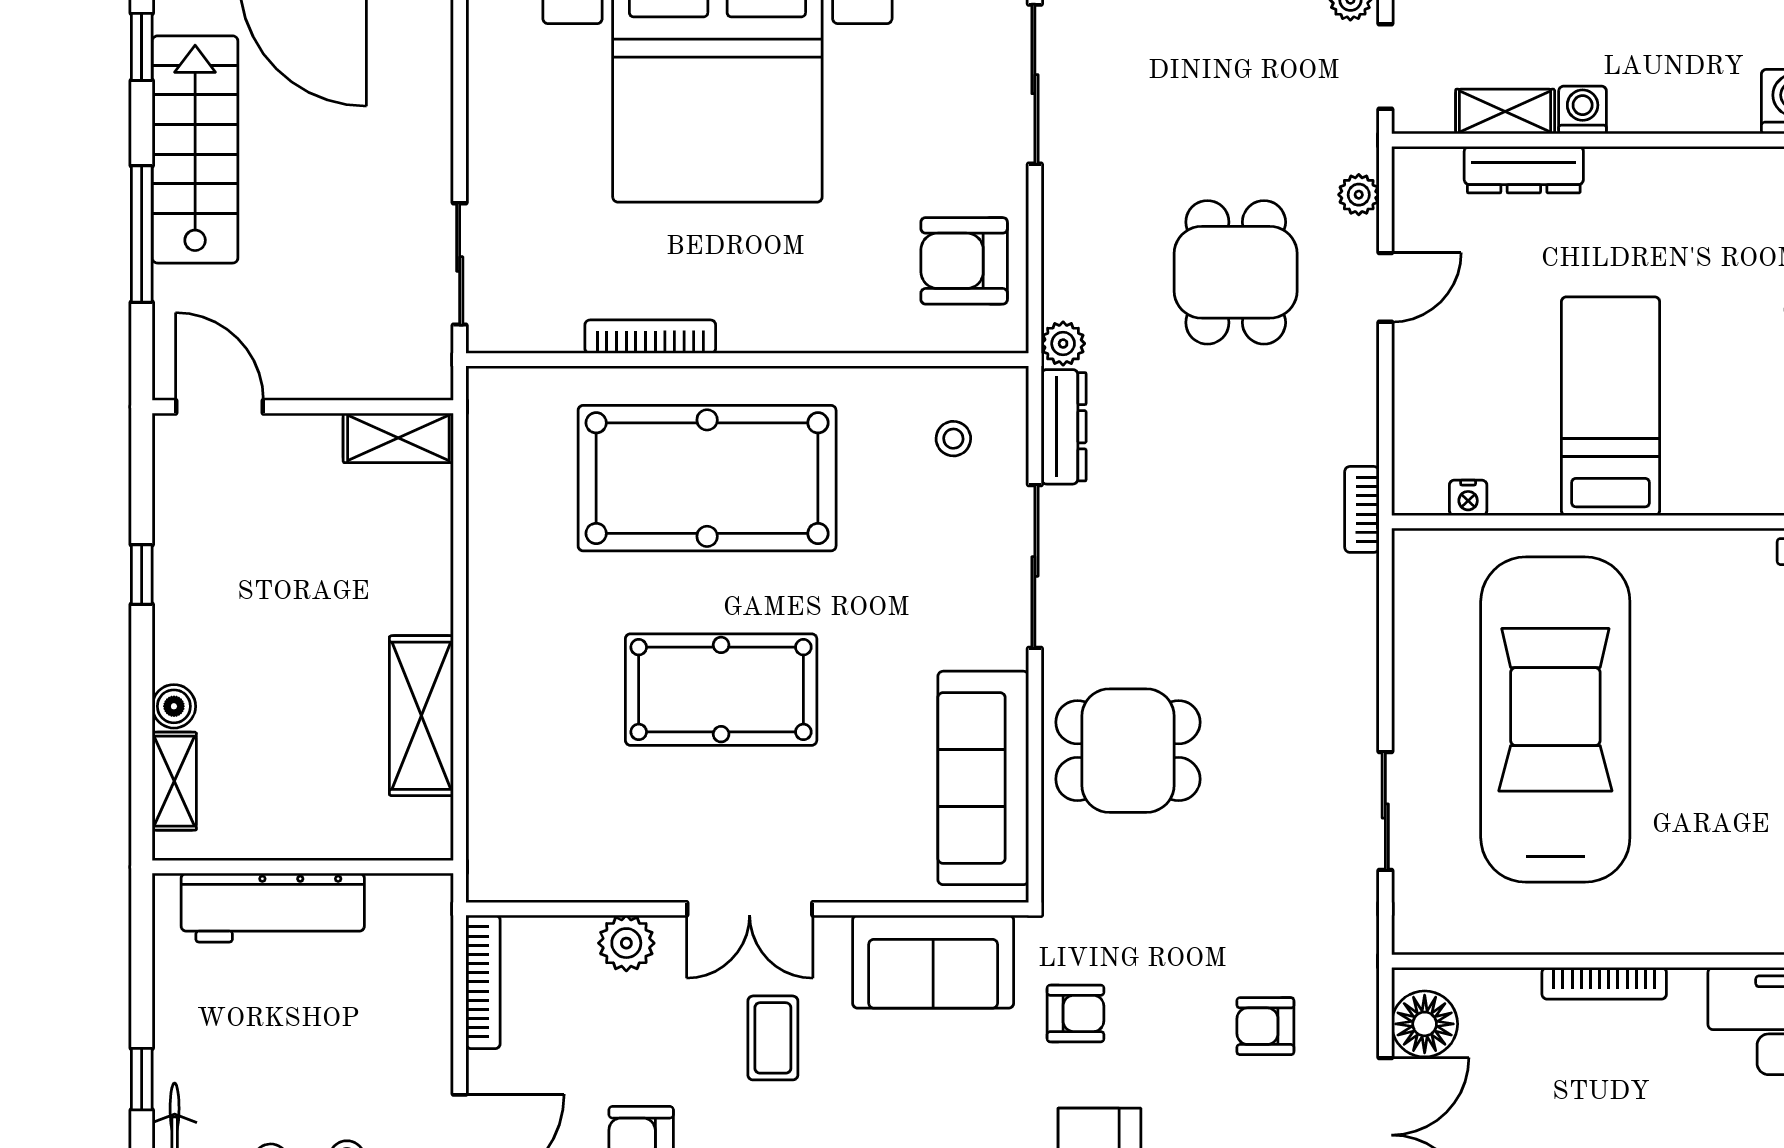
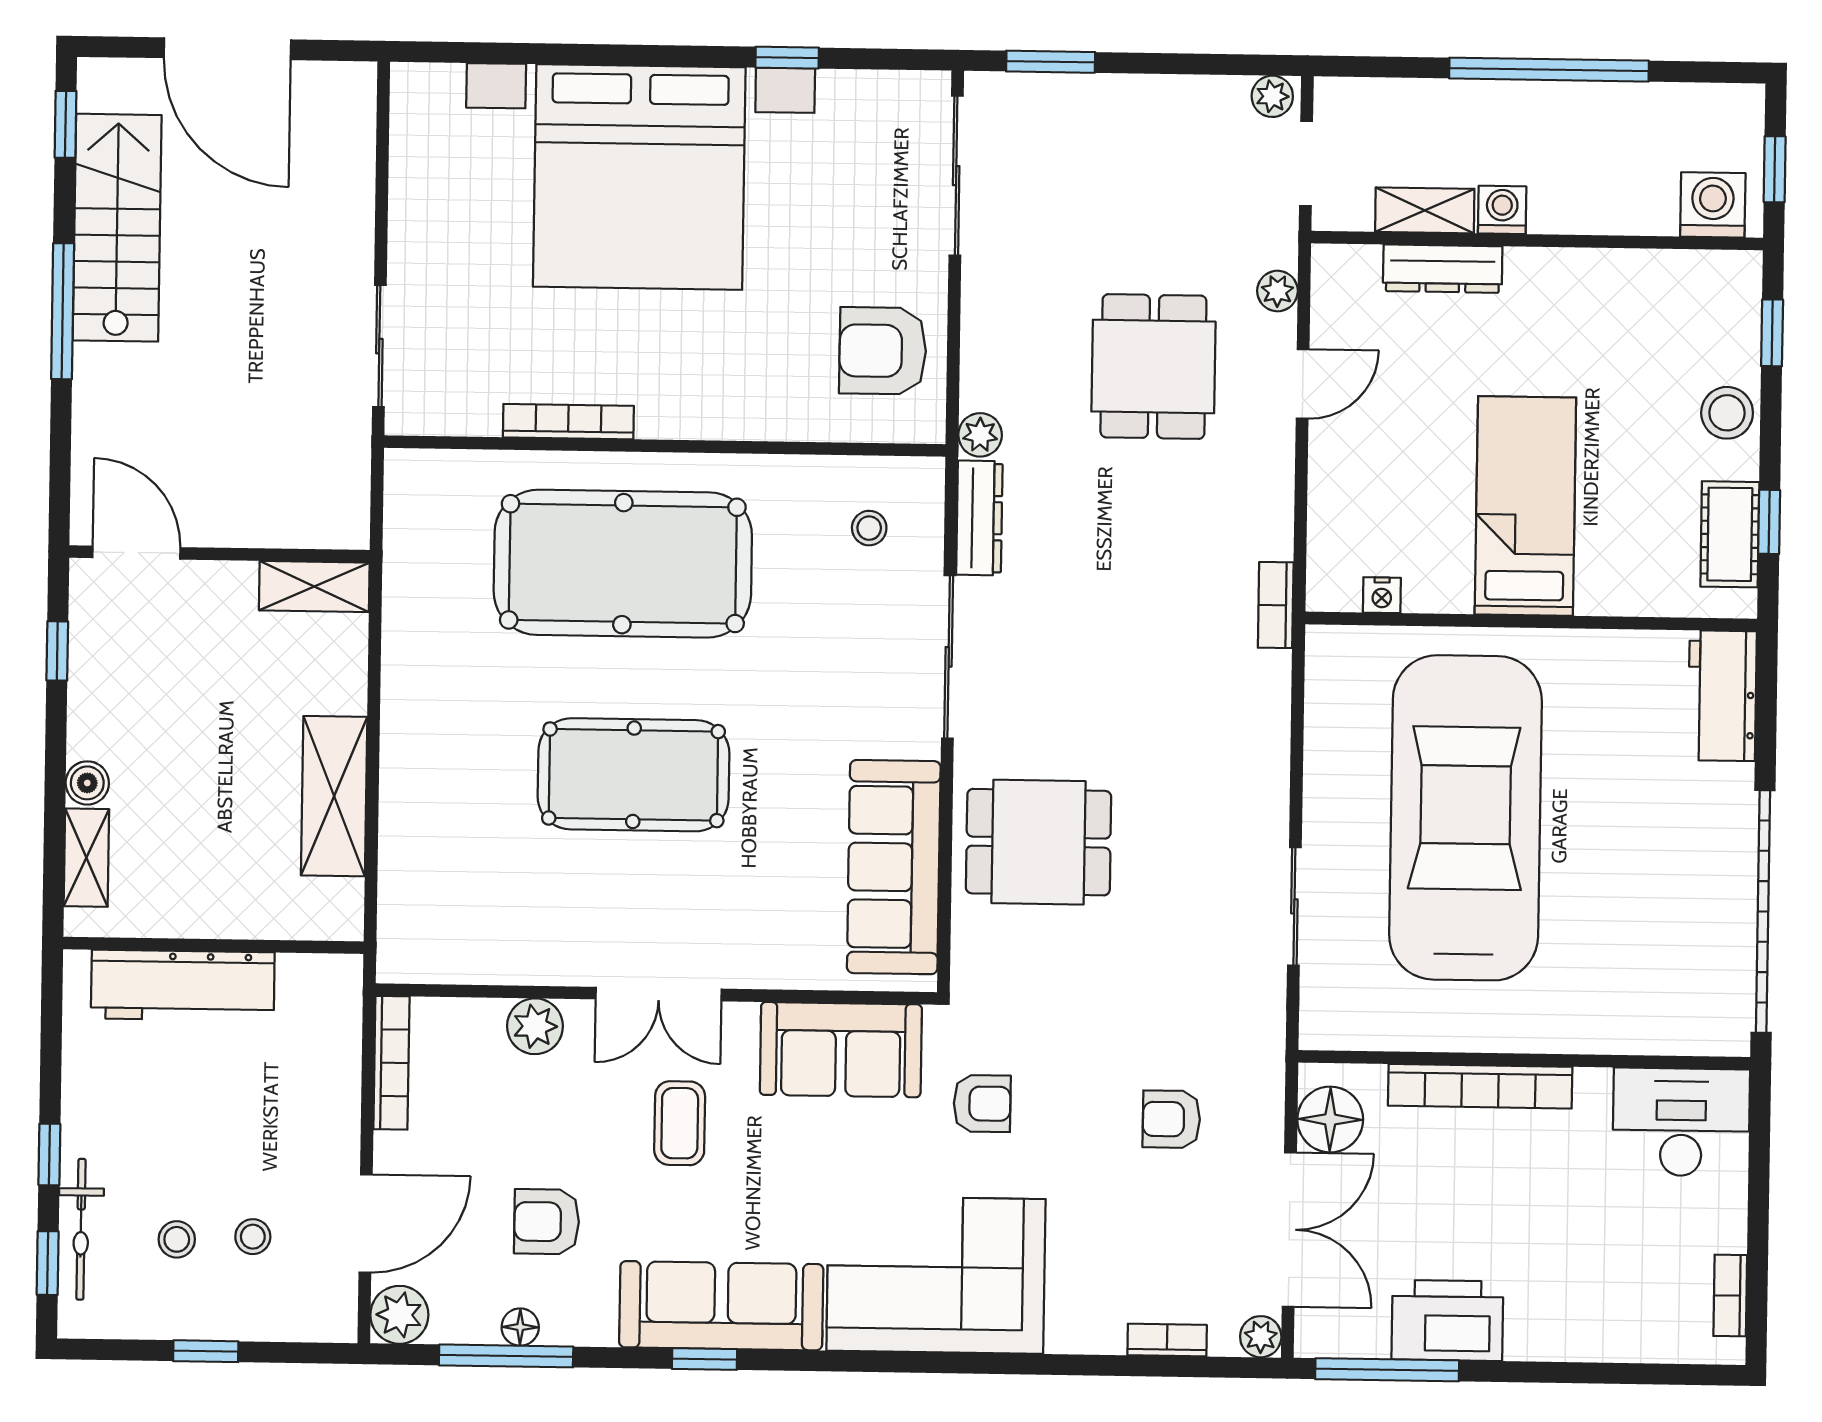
door: (219, 407) -> (136, 553), moved
wall: (303, 407) -> (220, 554), moved
shelving: (398, 438) -> (314, 586), moved
bookcase: (1604, 983) -> (1480, 1086), width x1.48, depth x1.31

